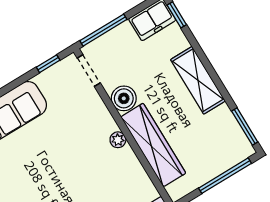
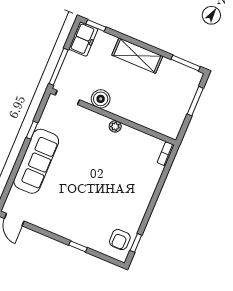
window: (48, 64) -> (32, 130), moved
wardrobe: (153, 145) -> (139, 114), removed
window: (225, 176) -> (195, 101), width x0.69

